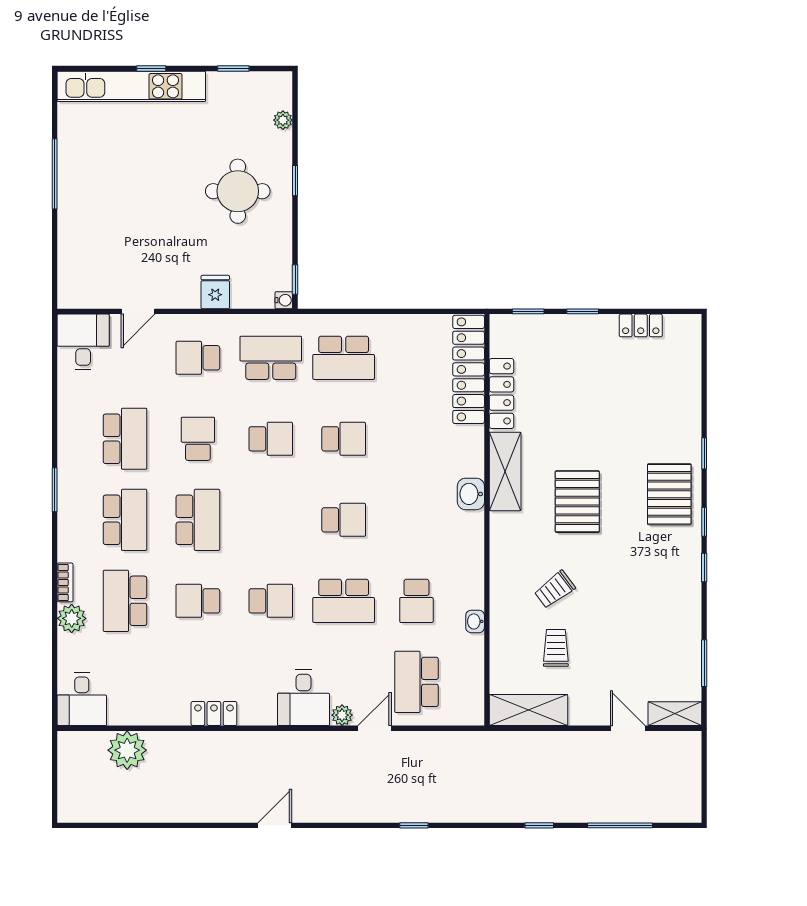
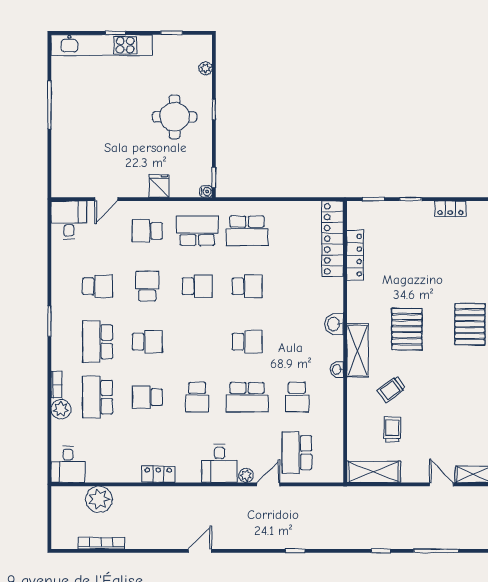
school desk: (125, 439) -> (97, 286), width x0.54
shelving: (505, 471) -> (358, 351), moved
school desk: (125, 520) -> (97, 342), turned 180
school desk: (198, 520) -> (147, 342), width x0.54
school desk: (271, 601) -> (197, 397), turned 90
washbasin: (475, 621) -> (337, 369), moved
bookcase: (130, 814) -> (101, 543), added

